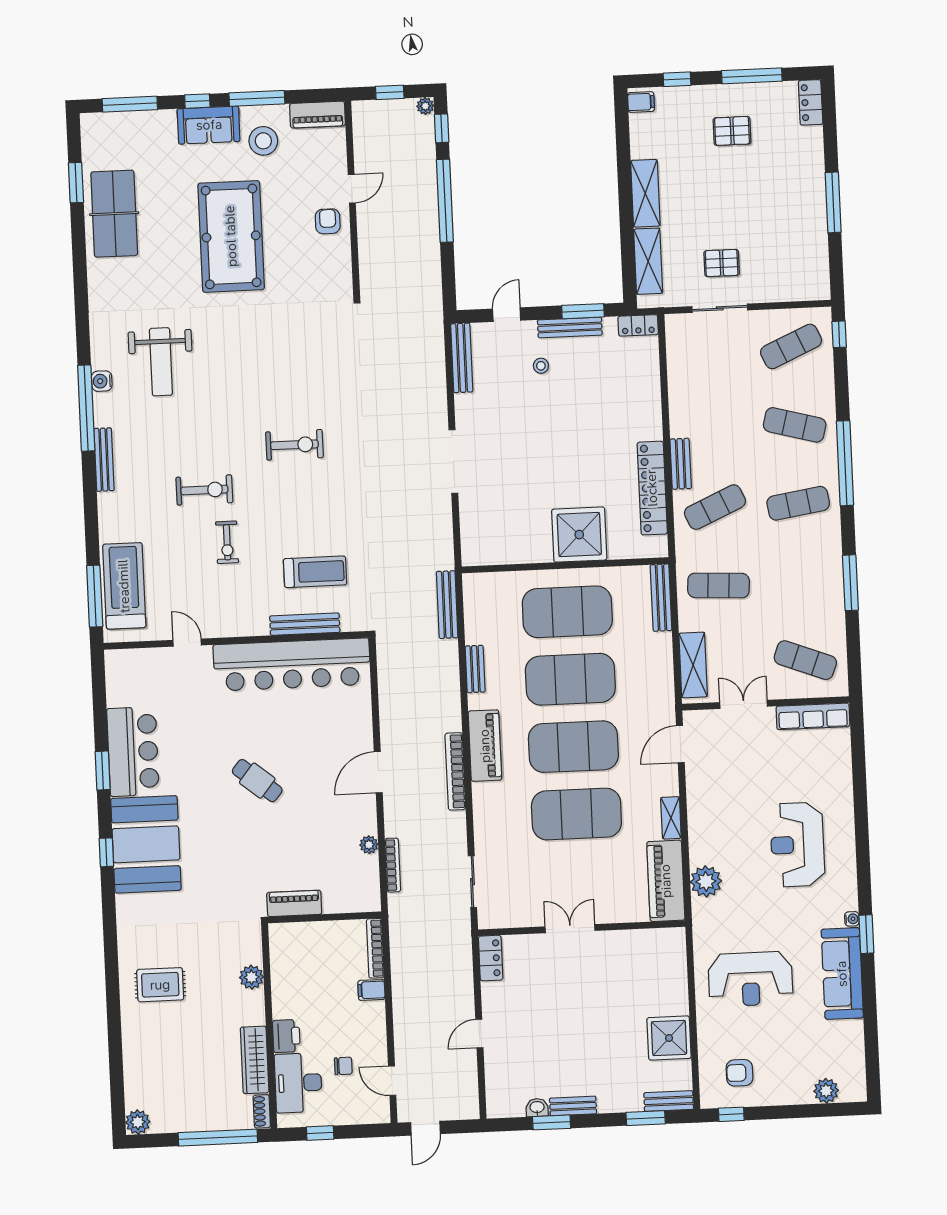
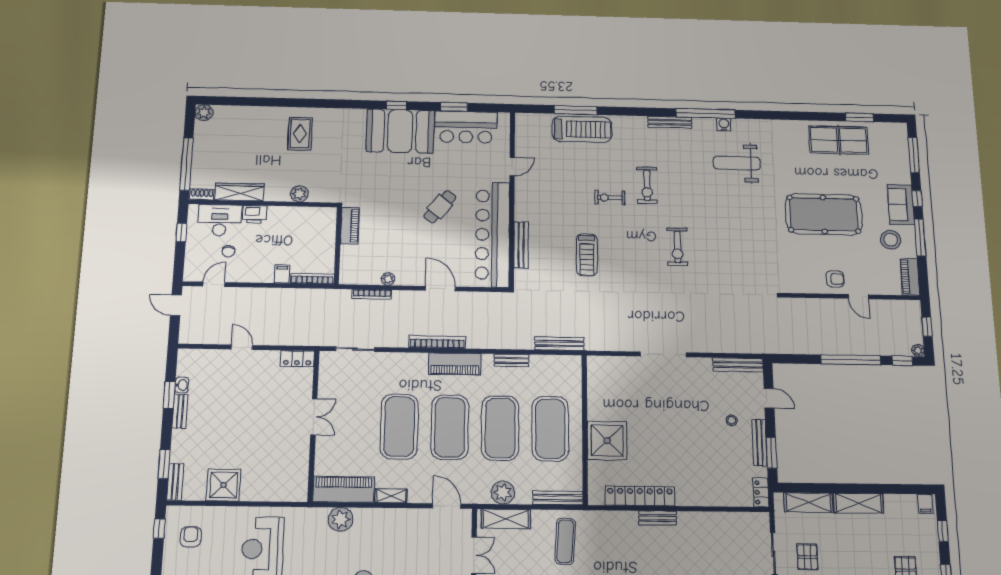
exercise mat: (715, 507) -> (624, 542), removed
bench: (305, 624) -> (521, 245), moved
wall: (236, 640) -> (512, 199), moved
door: (187, 643) -> (512, 166), moved
bar counter: (292, 665) -> (493, 234), moved
plant: (658, 671) -> (503, 493), added

